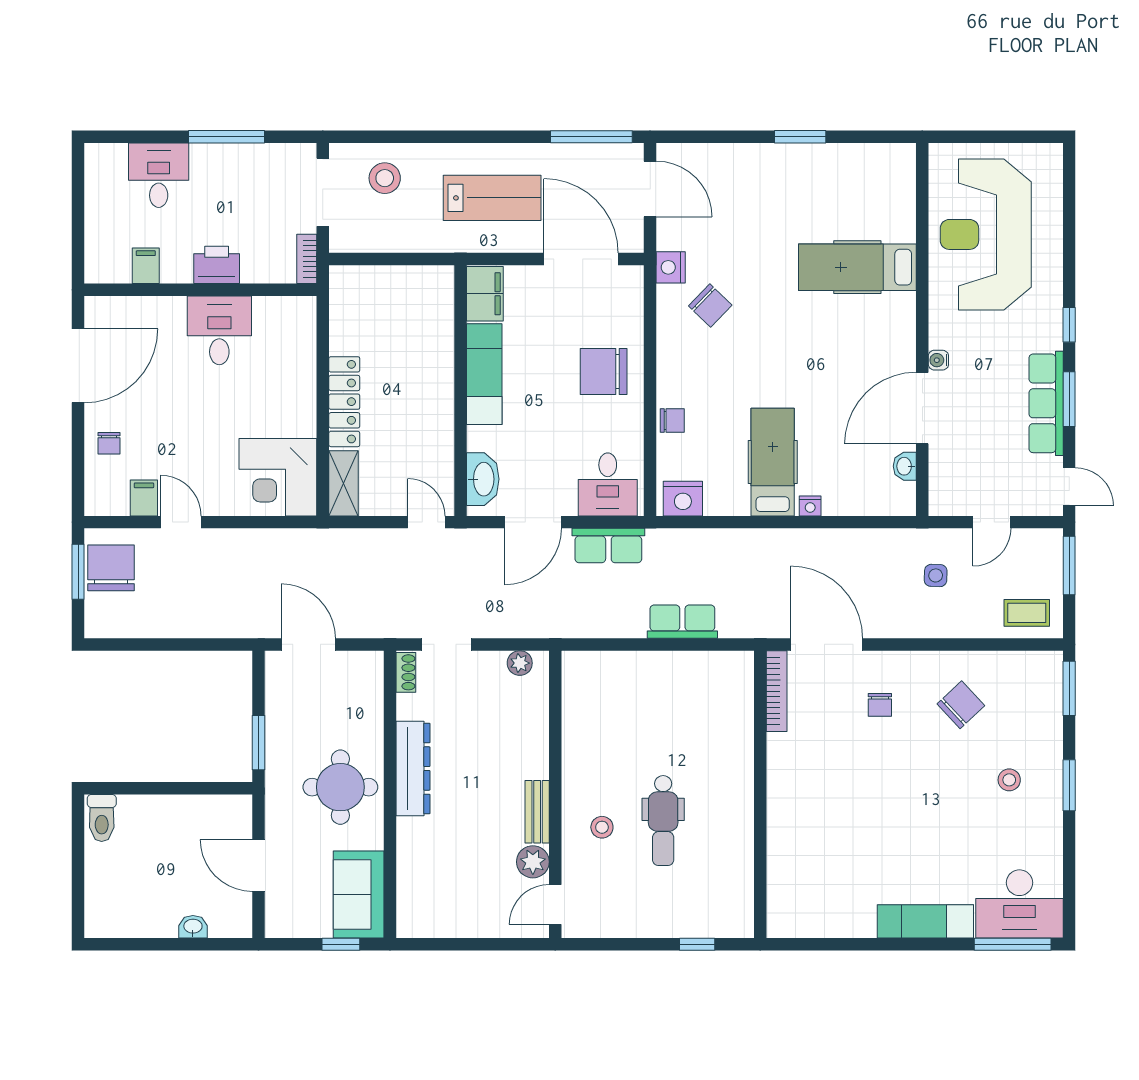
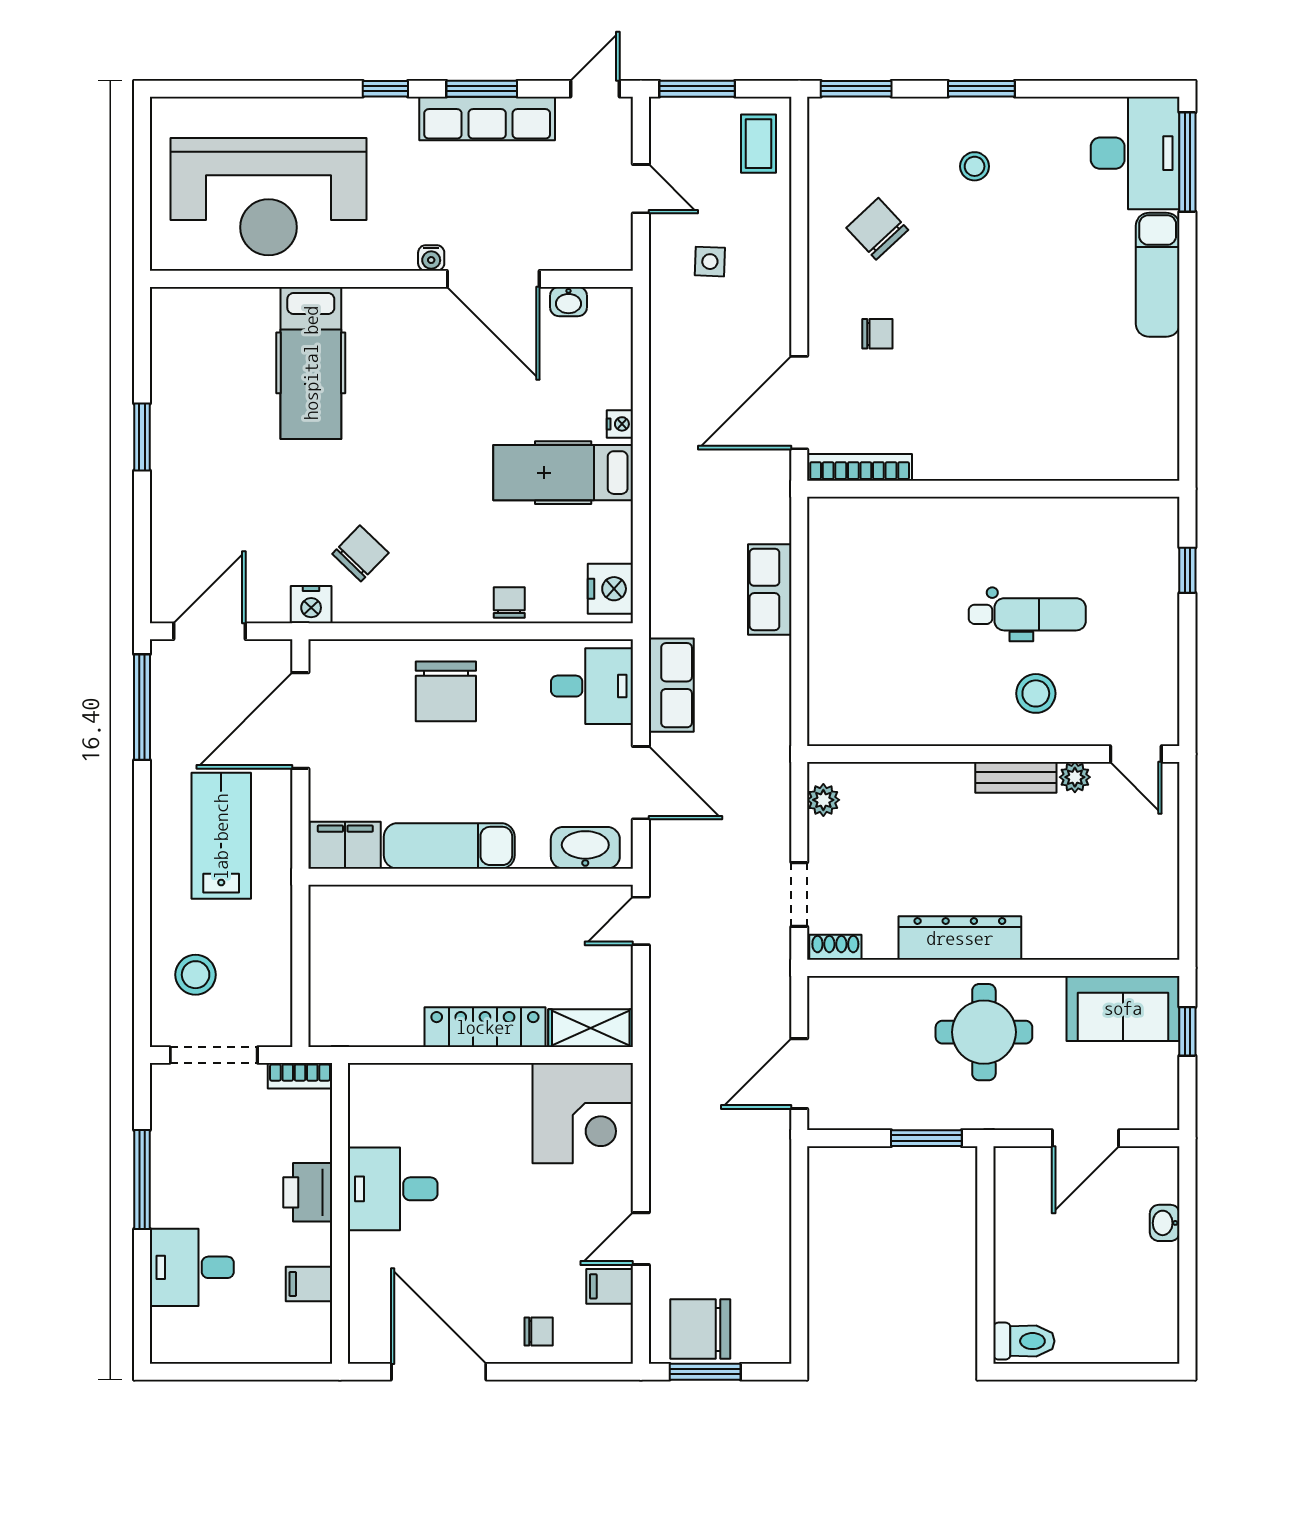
stool: (602, 827) -> (1036, 693), width x1.37, depth x1.37
plant: (533, 862) -> (1075, 777), width x0.73, depth x0.73

